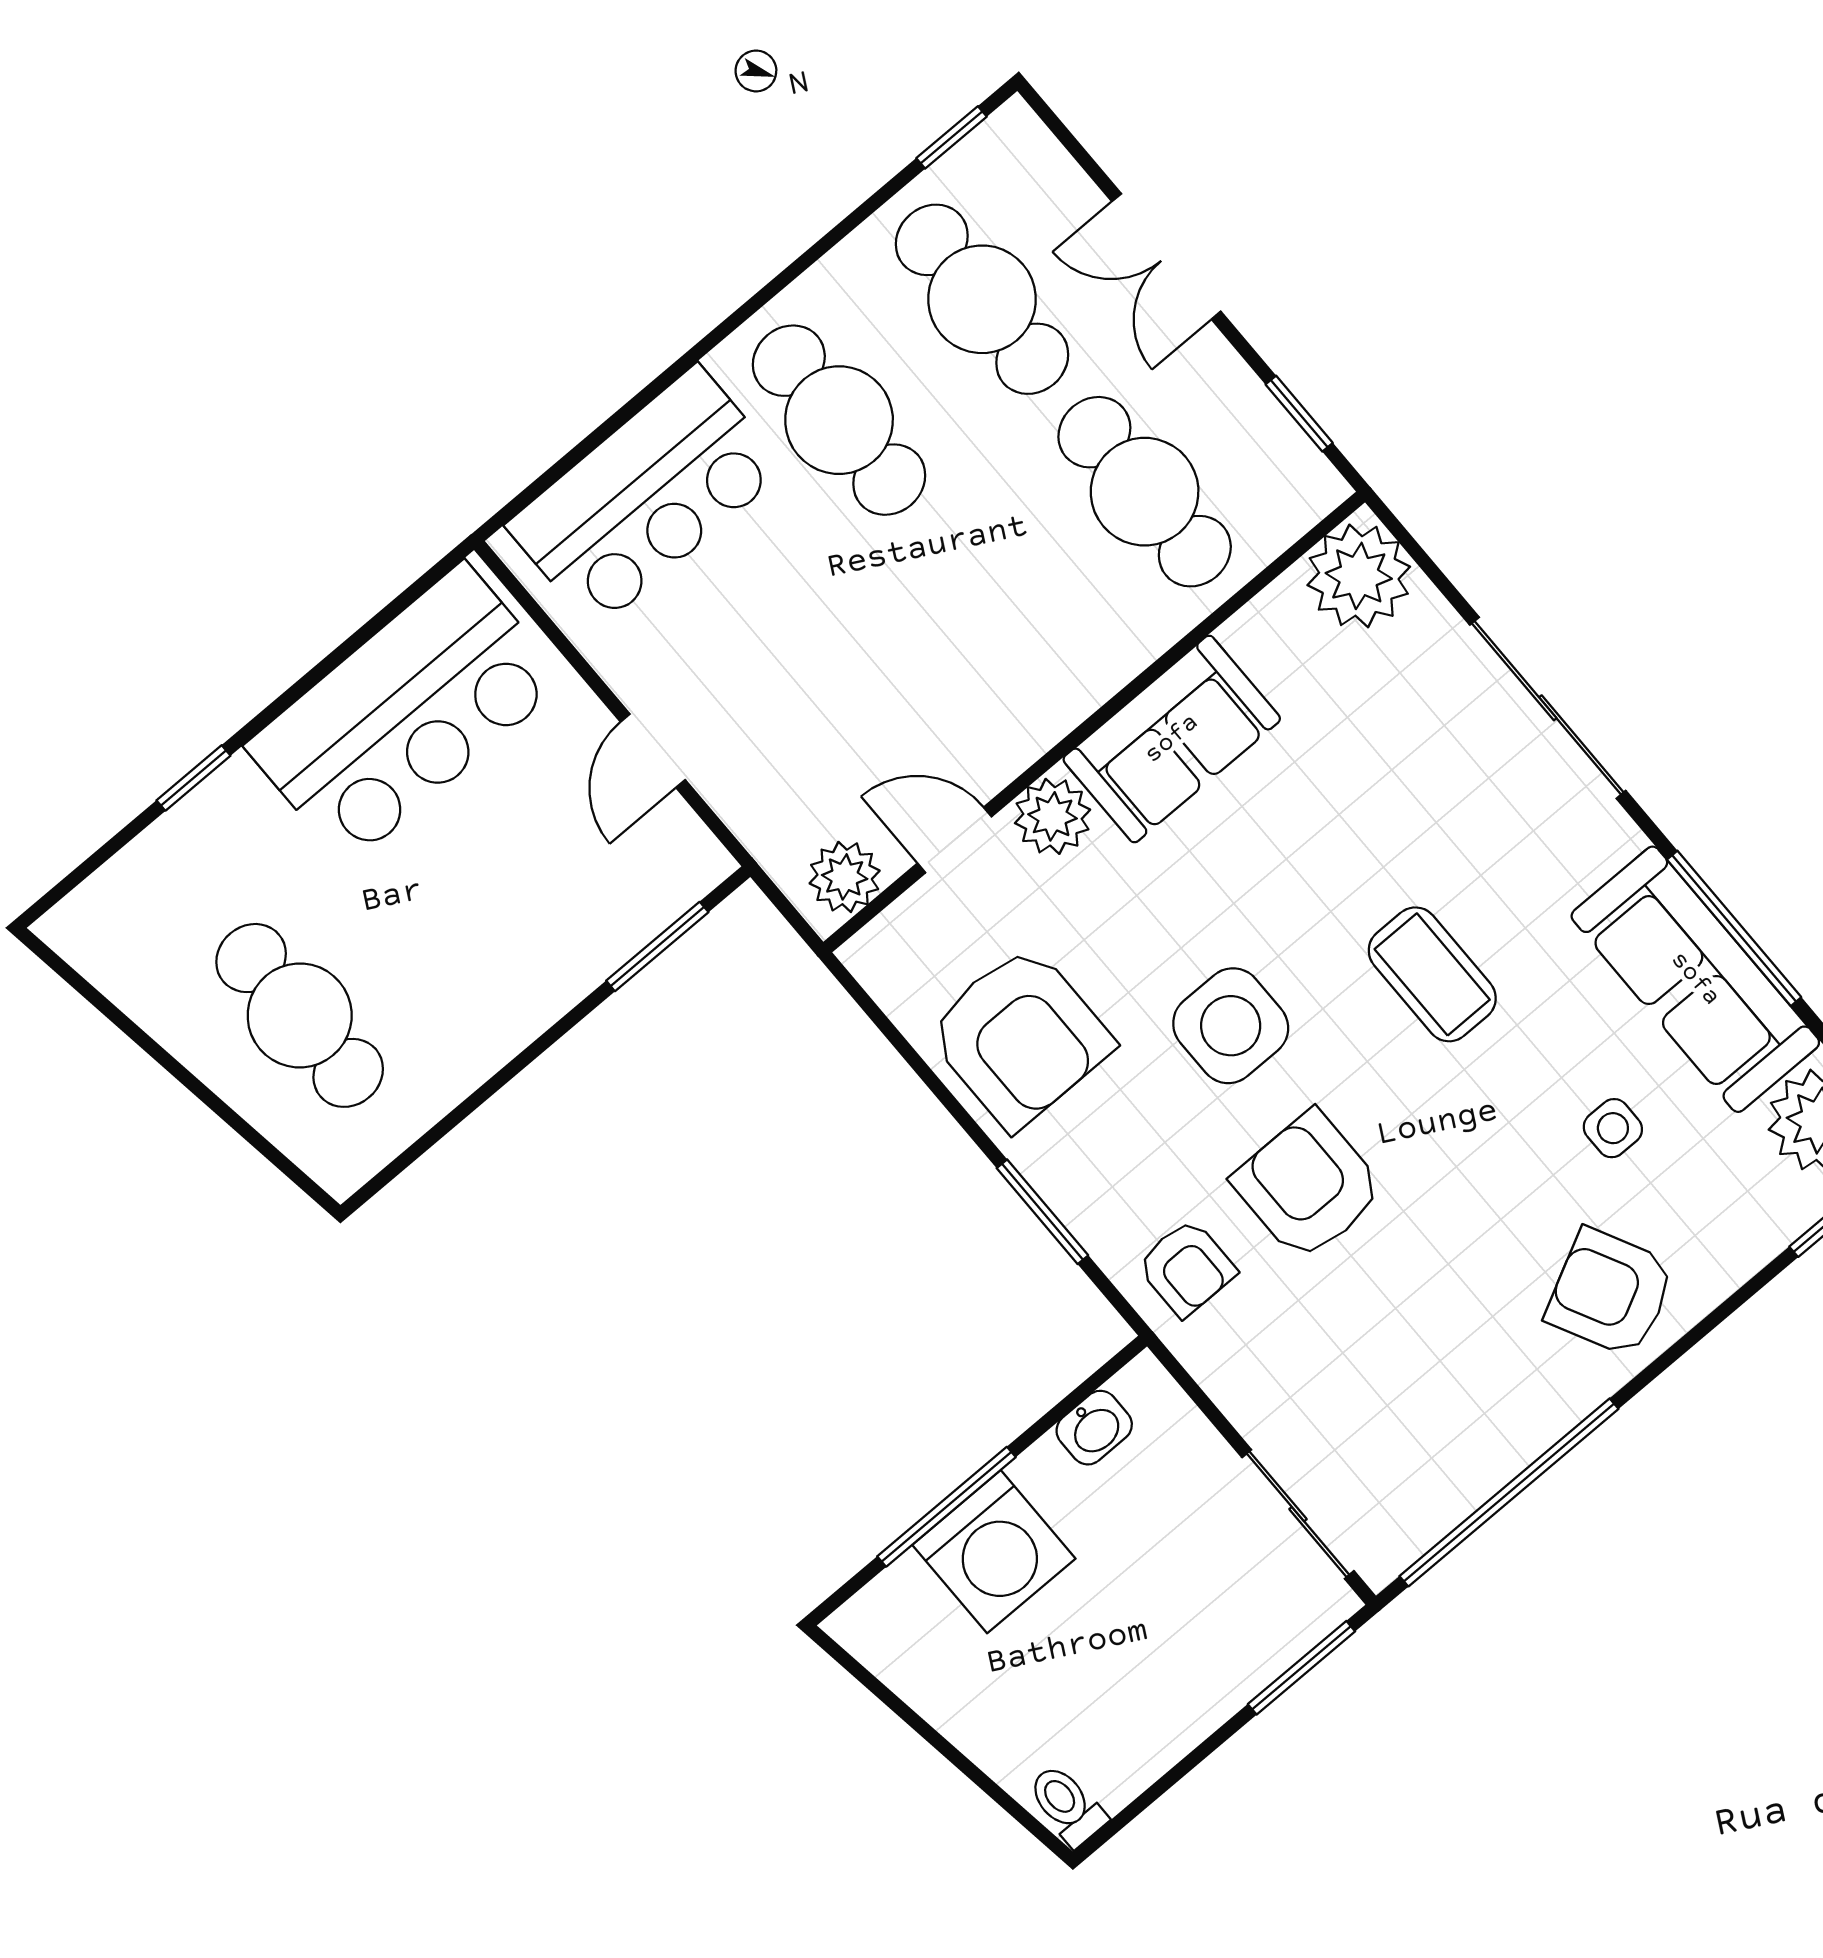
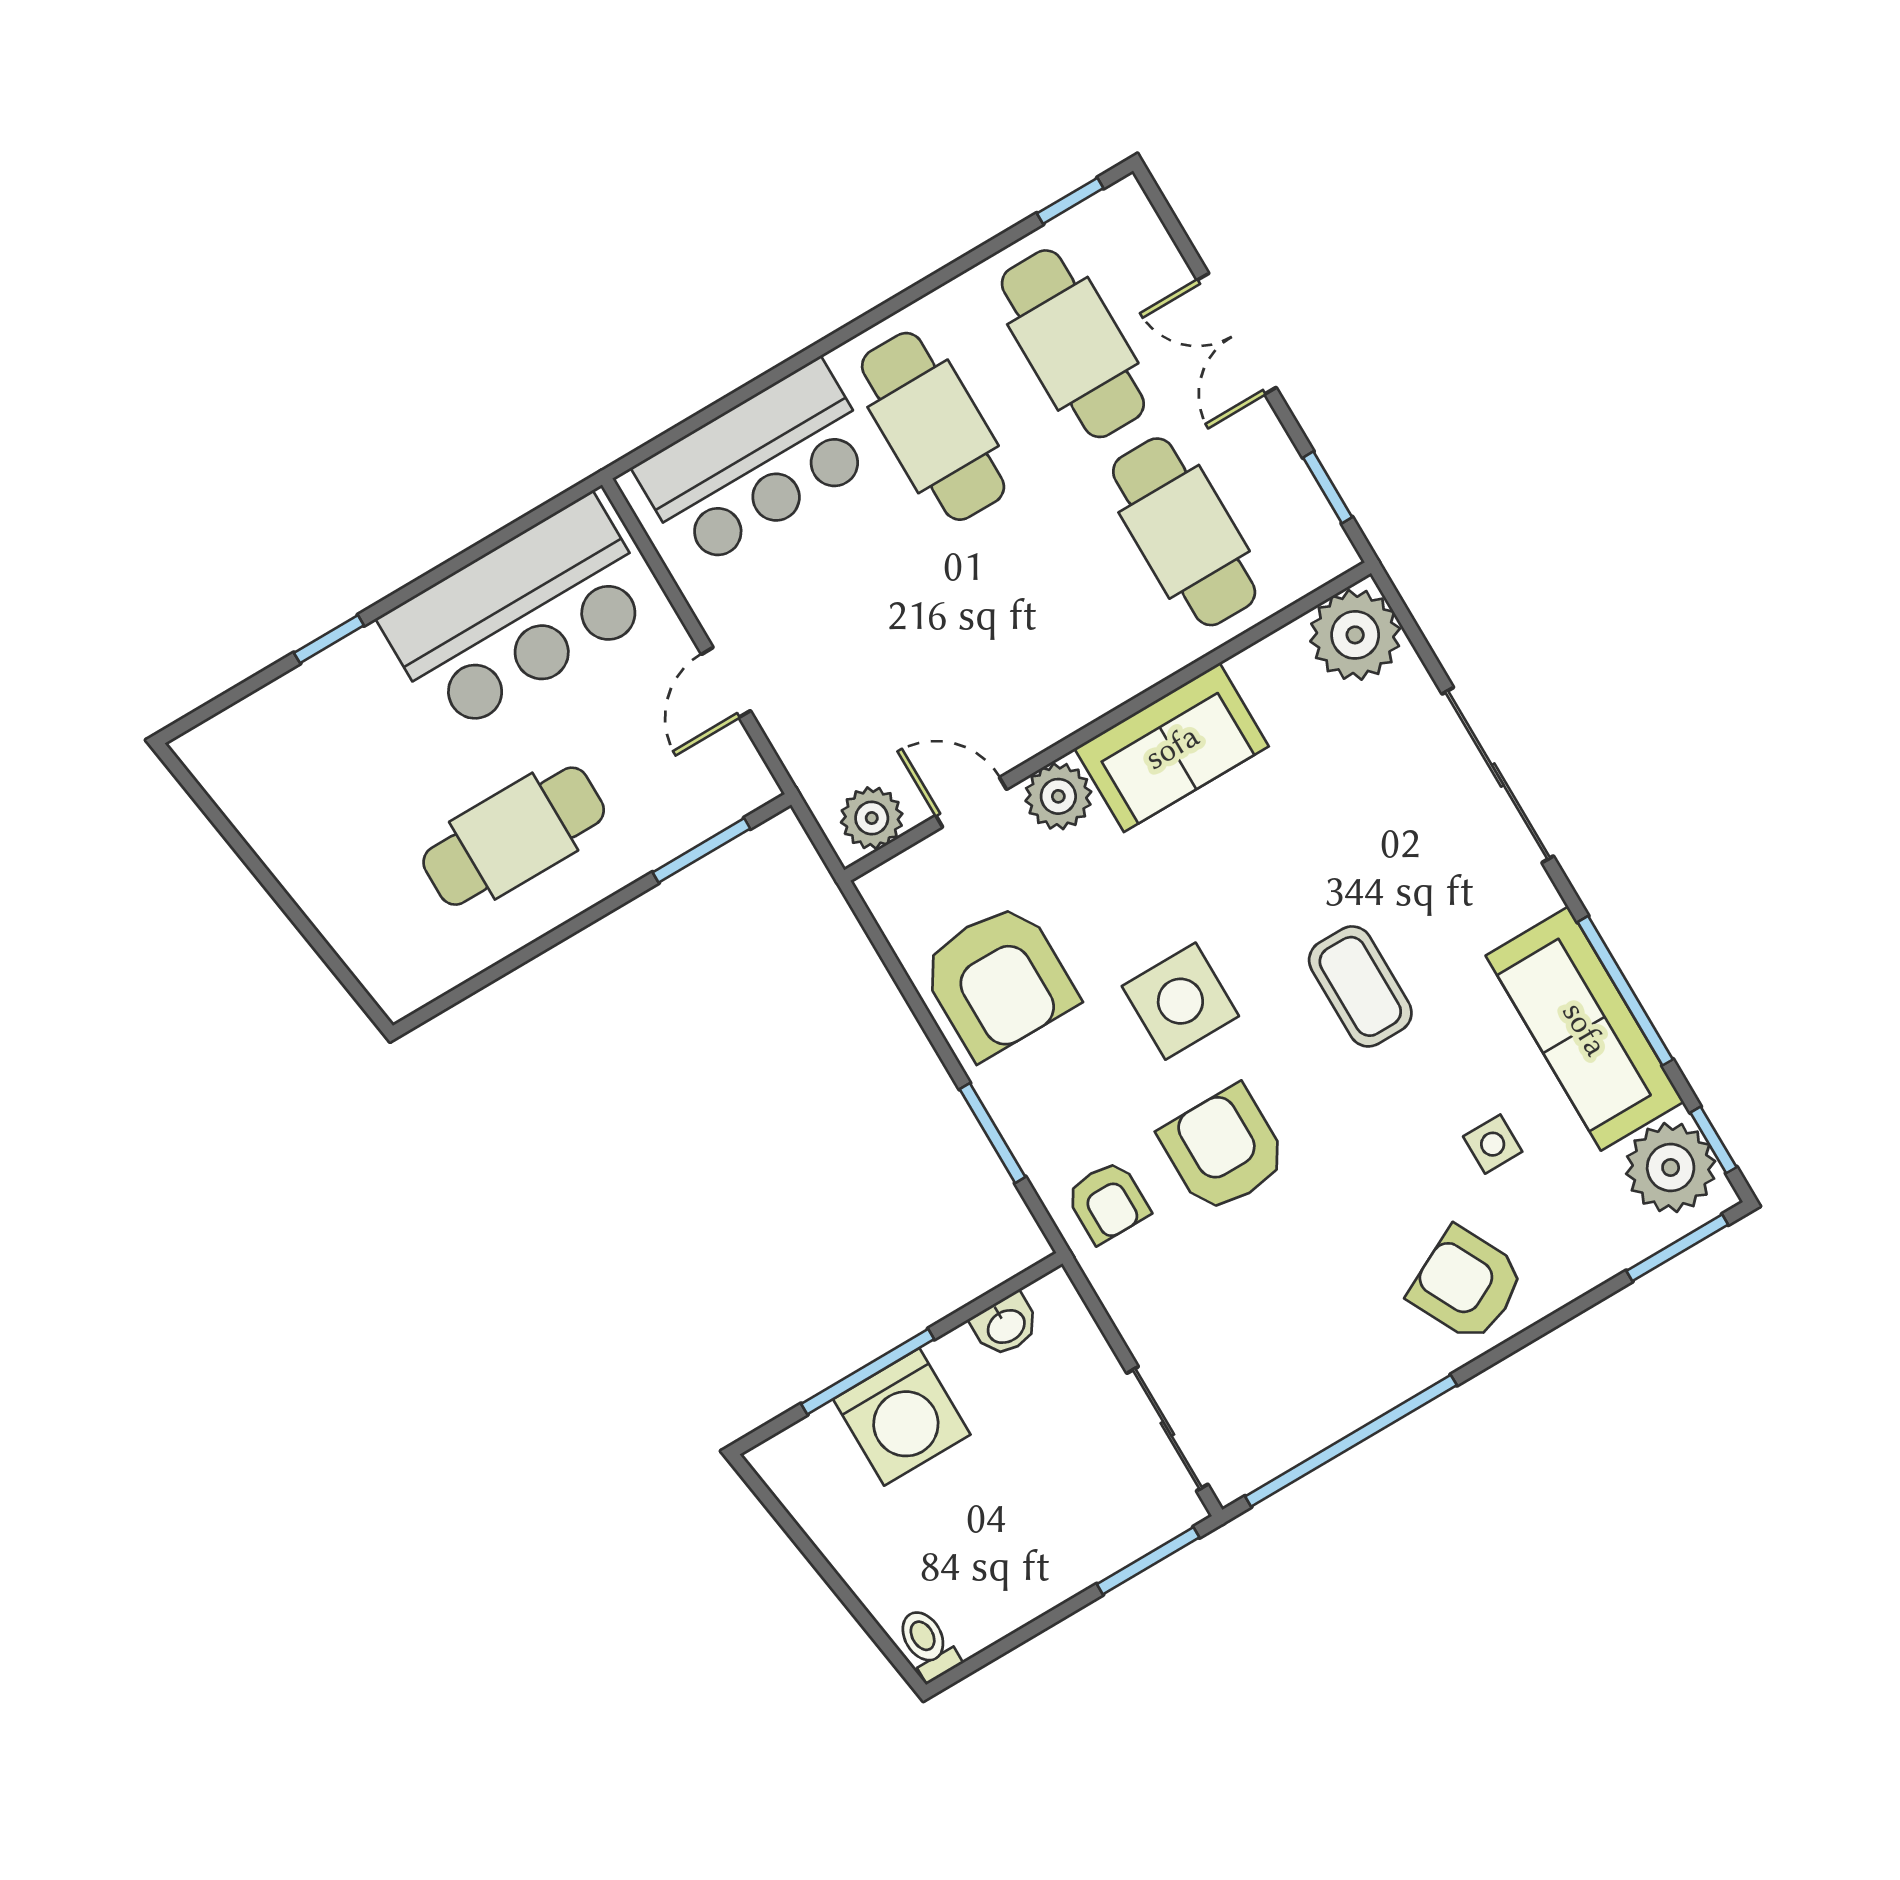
cafe table: (300, 1015) -> (514, 836), moved, turned 90

